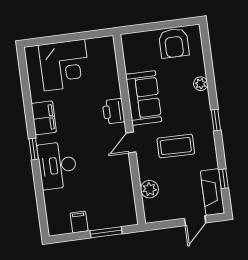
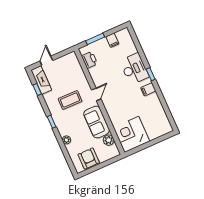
corner desk: (64, 65) -> (132, 134), moved
printer: (113, 111) -> (89, 60), moved
filing cabinet: (44, 118) -> (148, 89), width x0.50
plant: (149, 189) -> (109, 140), moved

